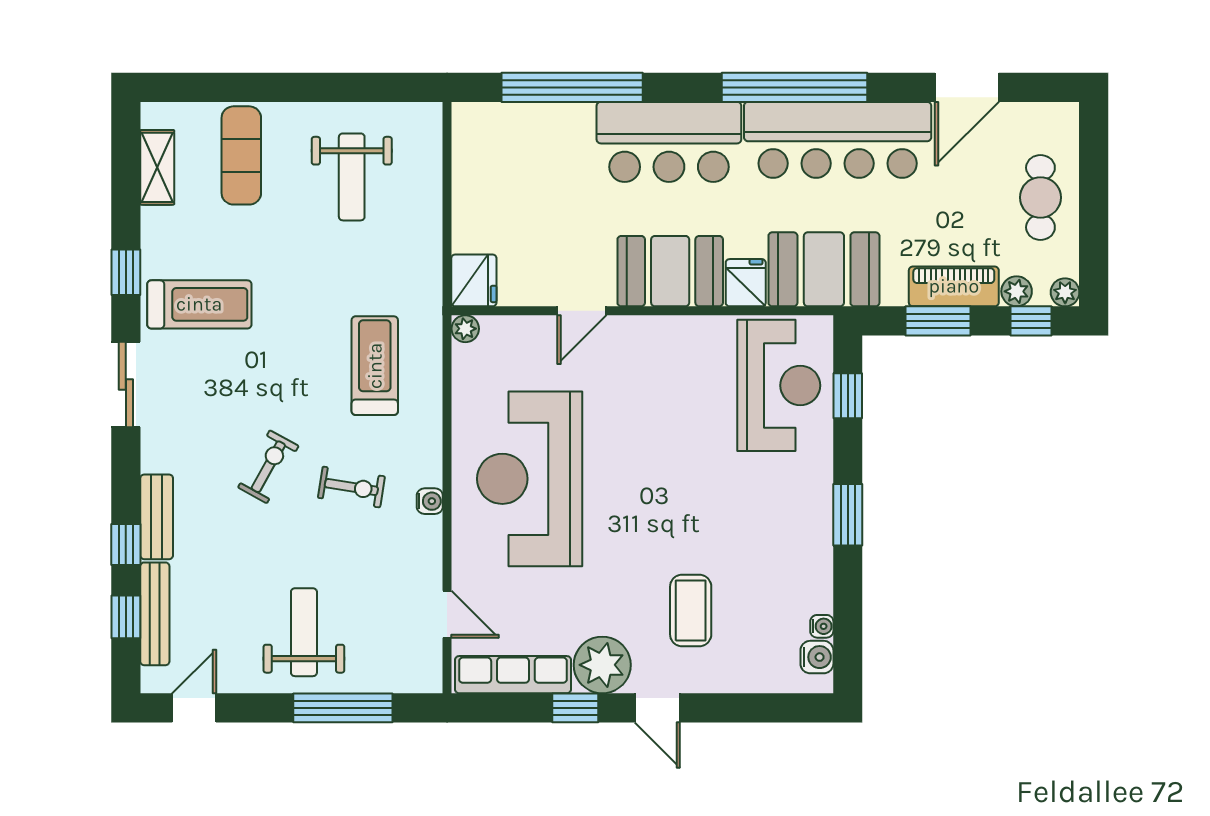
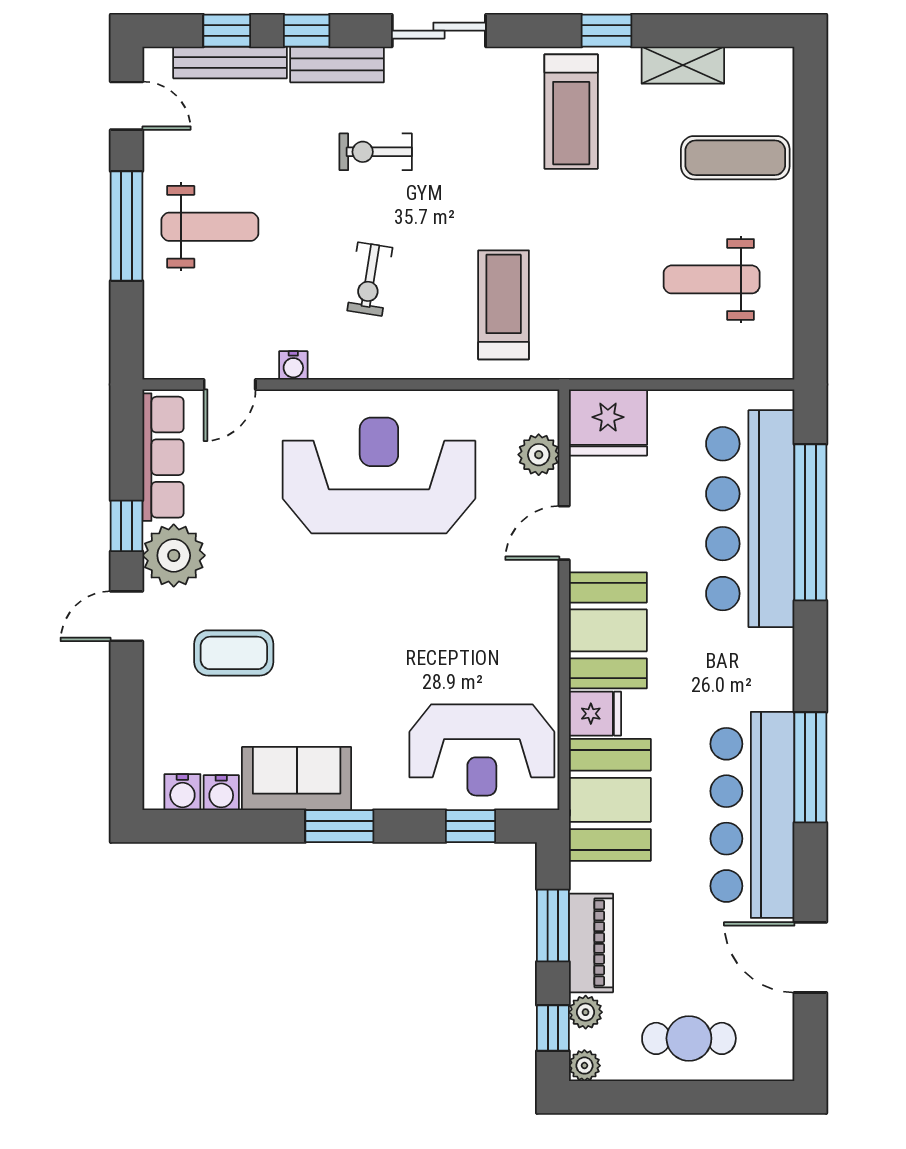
window: (795, 87) -> (810, 767), width x0.68
bar counter: (669, 142) -> (750, 519), moved, width x1.36
shelving: (157, 167) -> (683, 65), moved
fridge: (474, 280) -> (608, 422), width x1.36, depth x1.34
door: (582, 311) -> (564, 533), hinge flipped
plant: (465, 329) -> (539, 455), moved, width x1.38, depth x1.38
treadmill: (375, 366) -> (504, 305), turned -90
sliding door: (126, 384) -> (439, 31), moved
exercise bike: (268, 467) -> (376, 152), moved, turned 151
water cooler: (430, 501) -> (293, 365), moved
sofa: (805, 554) -> (297, 779), added
water cooler: (822, 626) -> (221, 793), width x1.38, depth x1.38
window: (343, 708) -> (126, 226), moved

